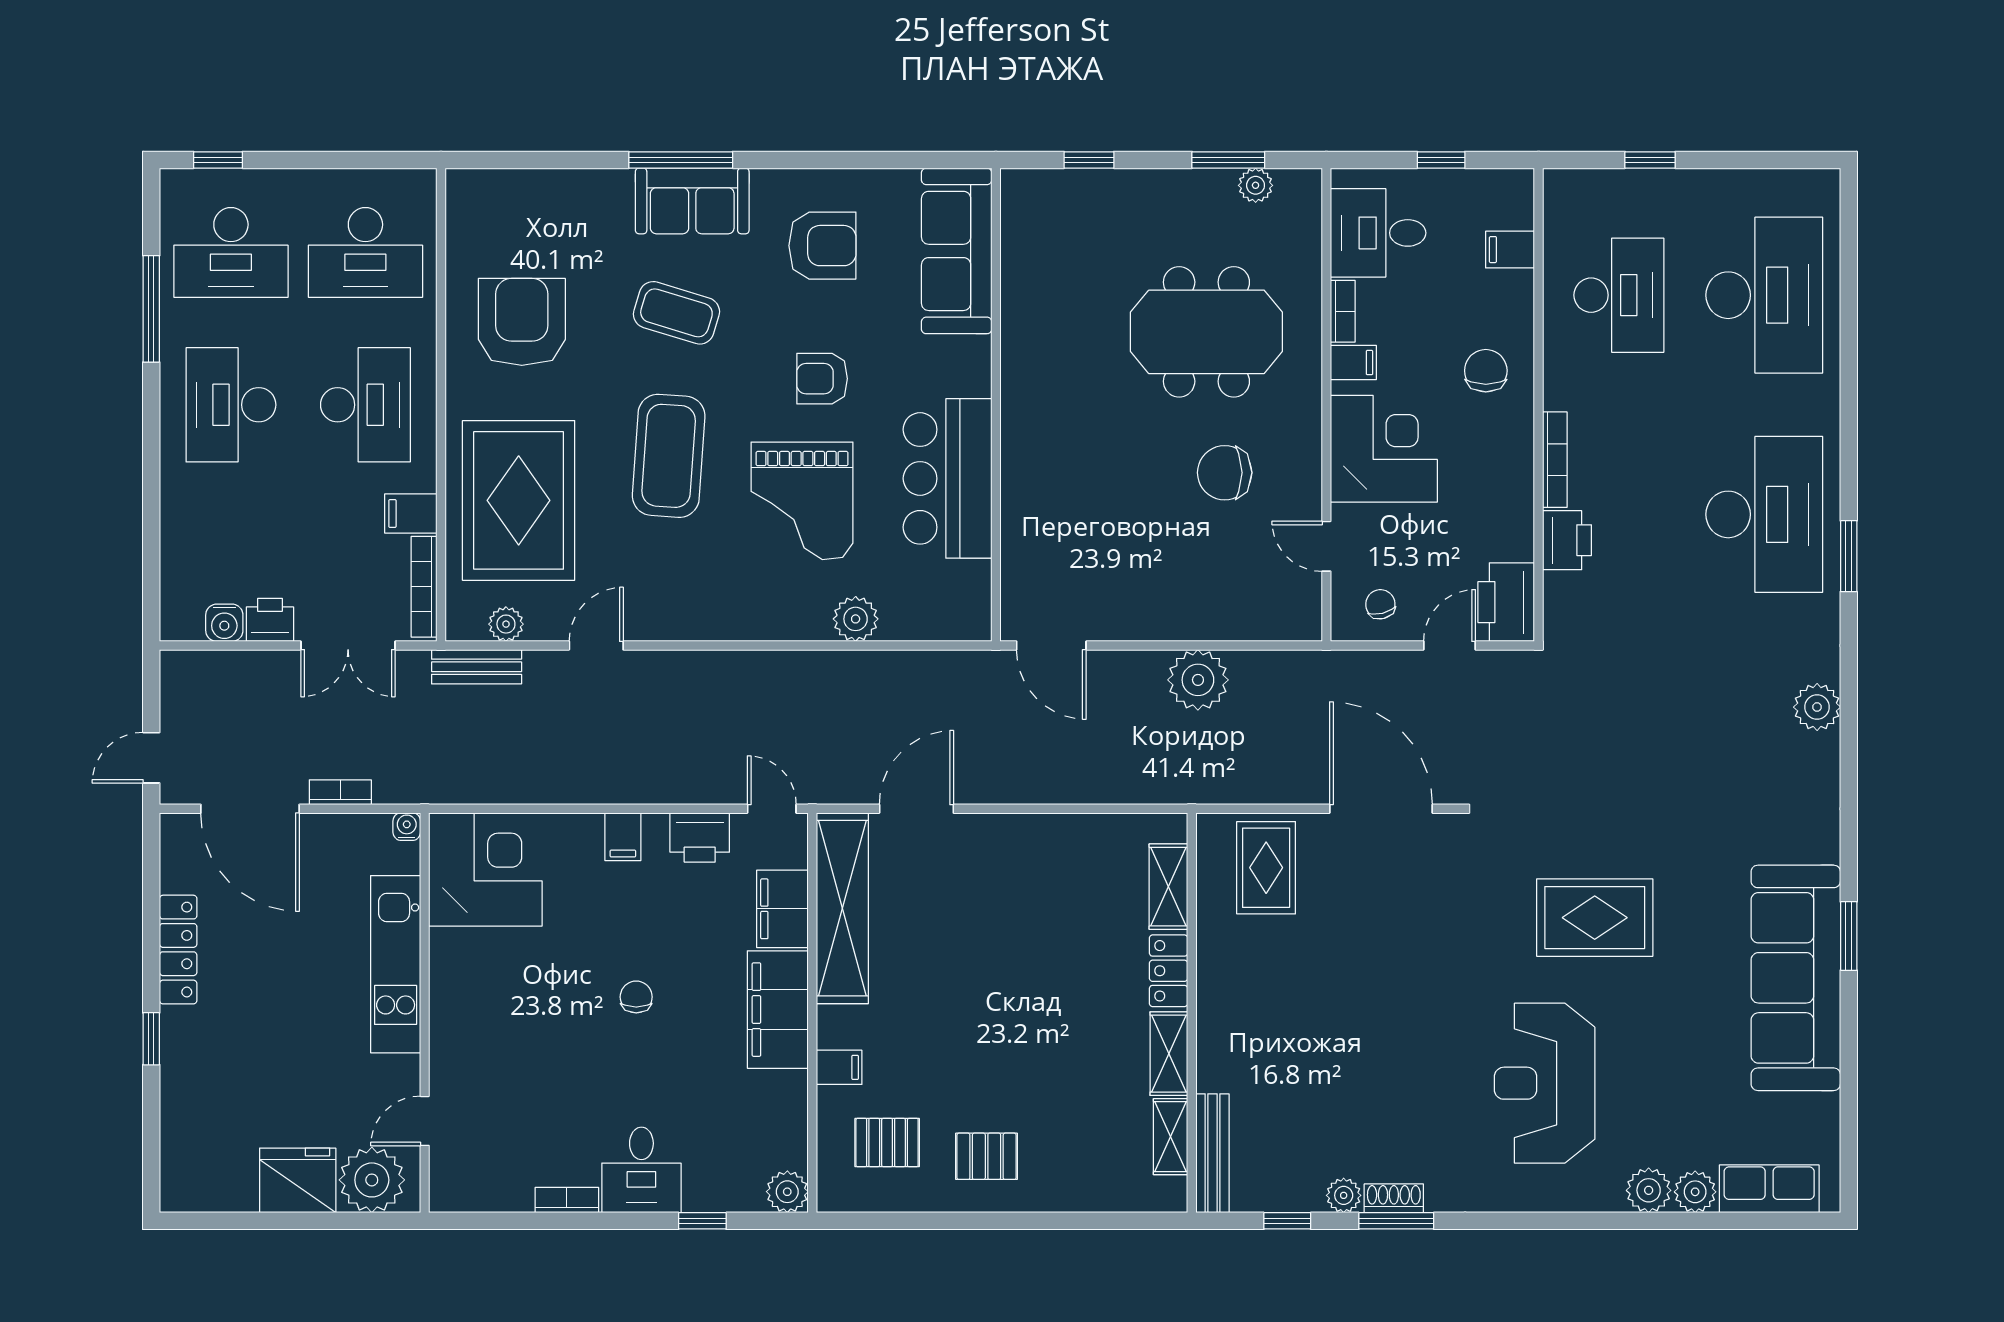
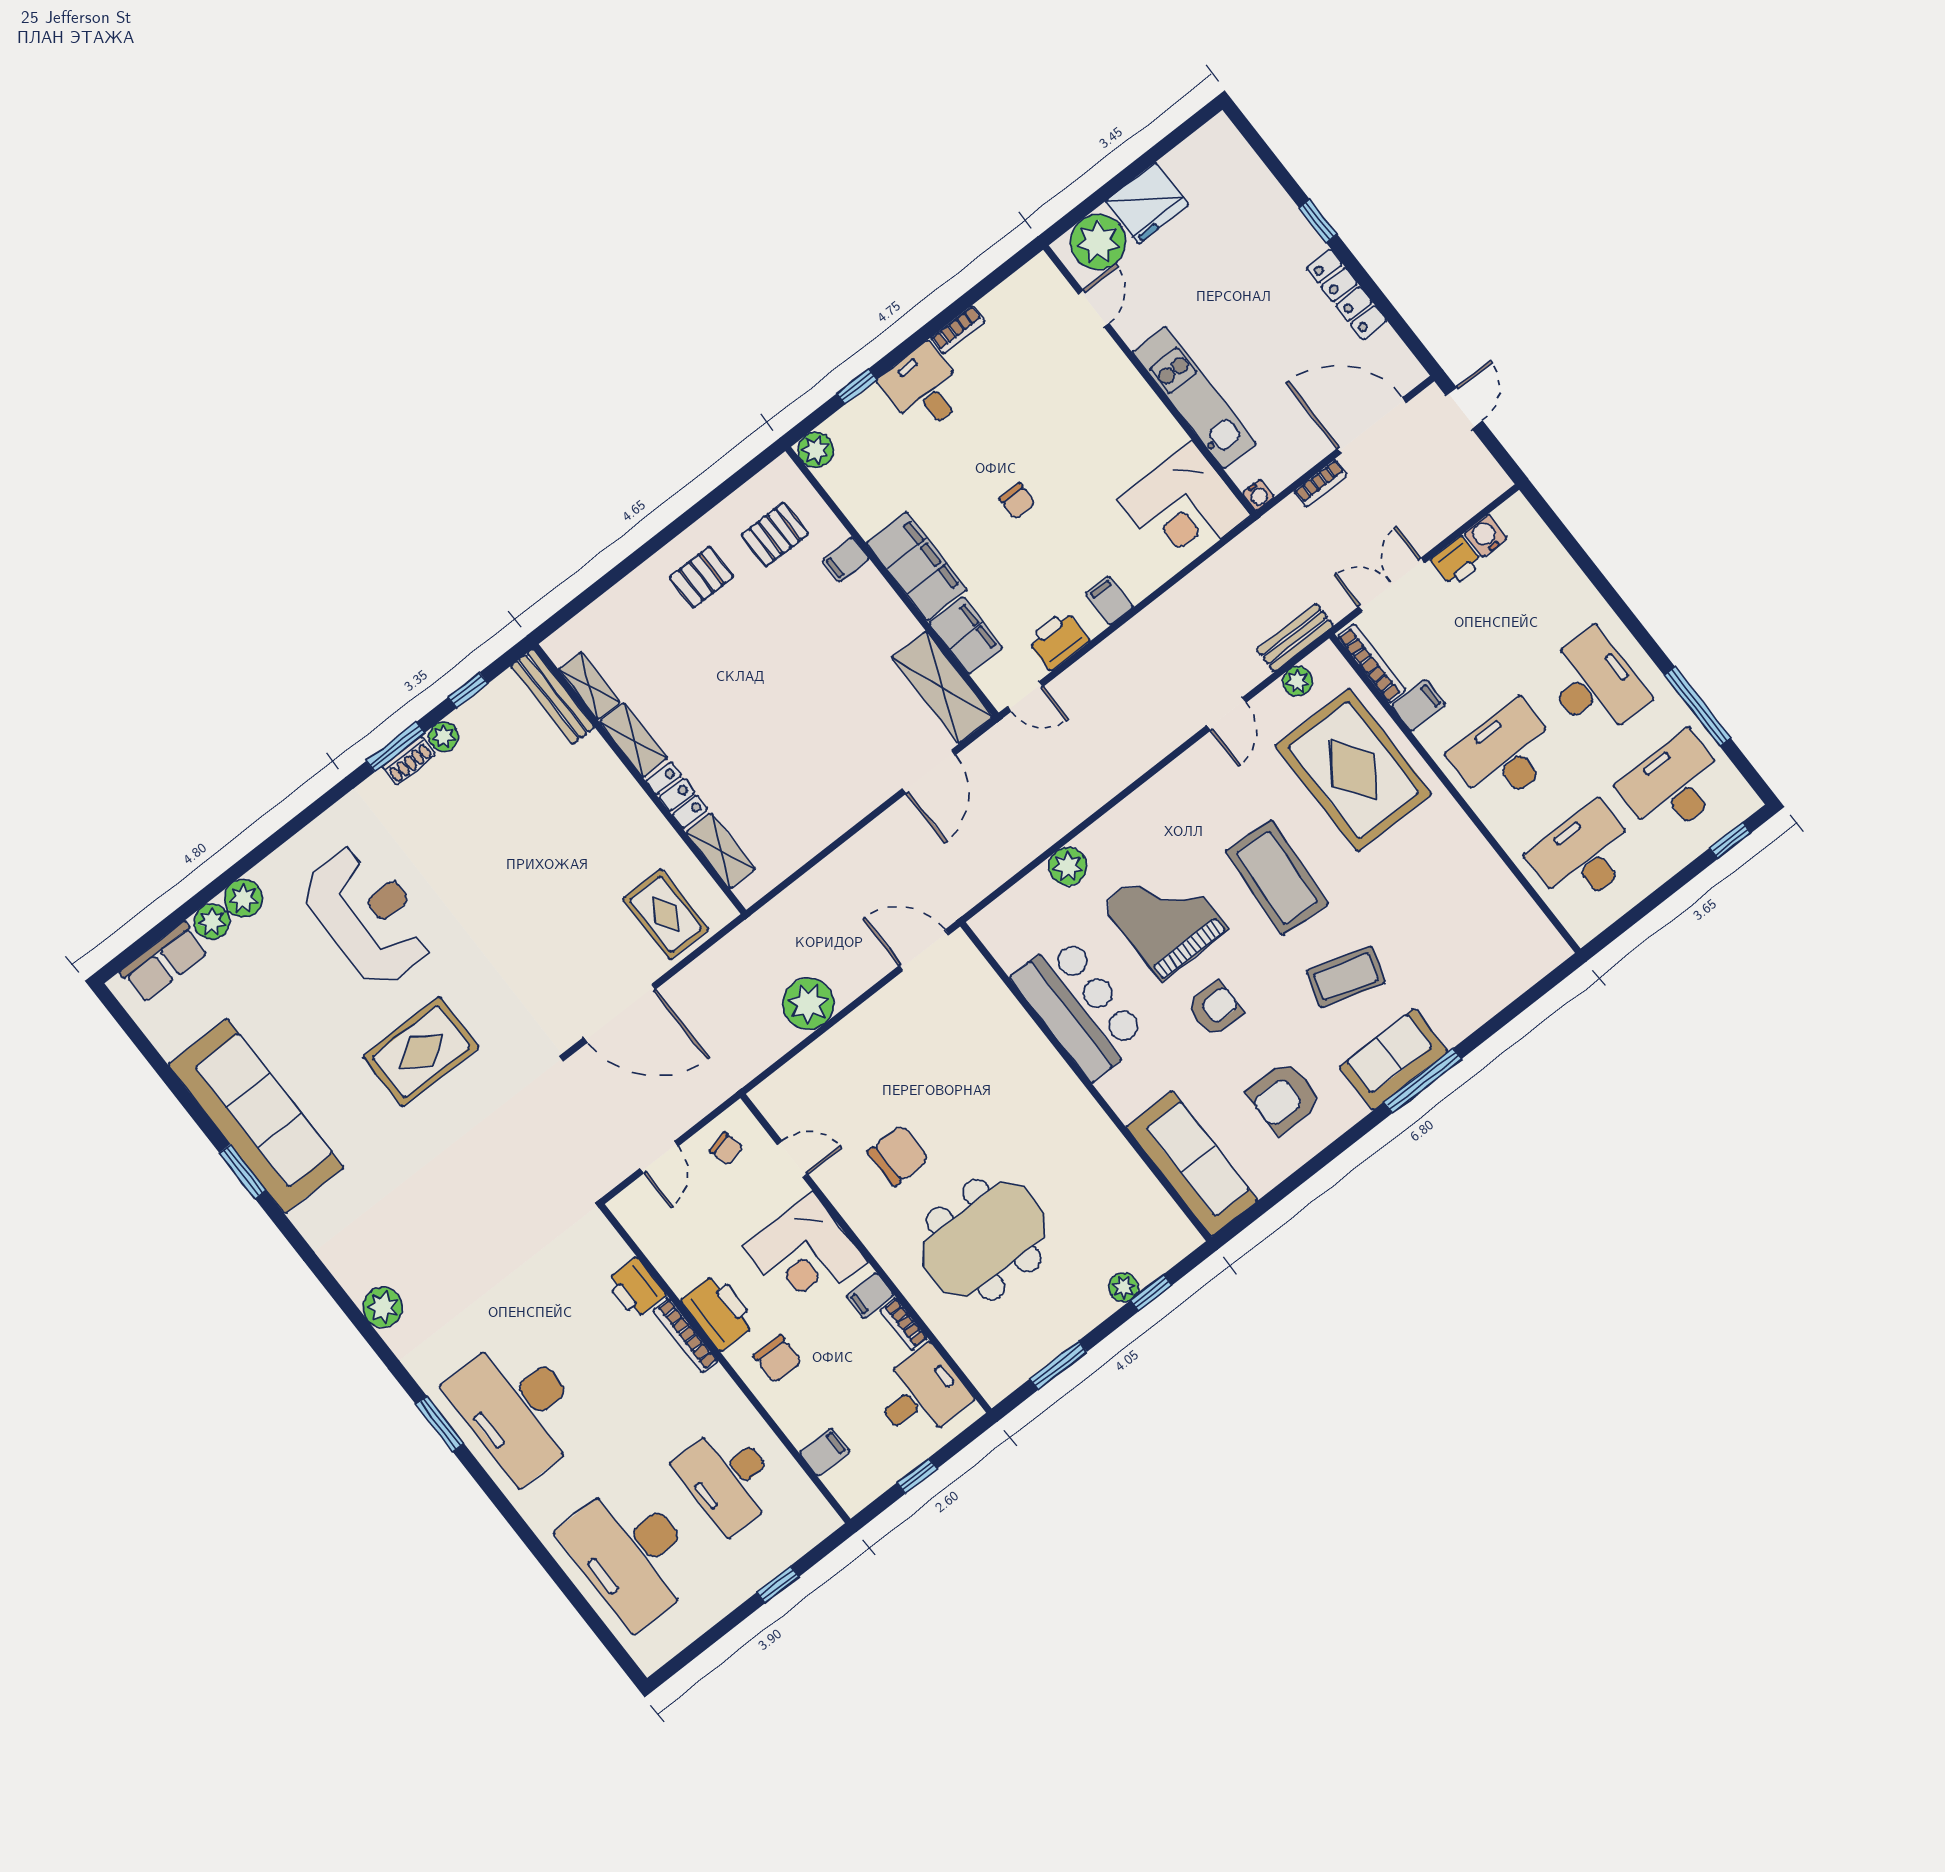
plant: (1256, 185) -> (1123, 1287), moved
armchair: (522, 322) -> (1444, 890), removed
desk: (365, 405) -> (1505, 754), turned 90
printer: (1506, 602) -> (719, 1312), moved
shelving: (842, 908) -> (942, 687), width x0.68

